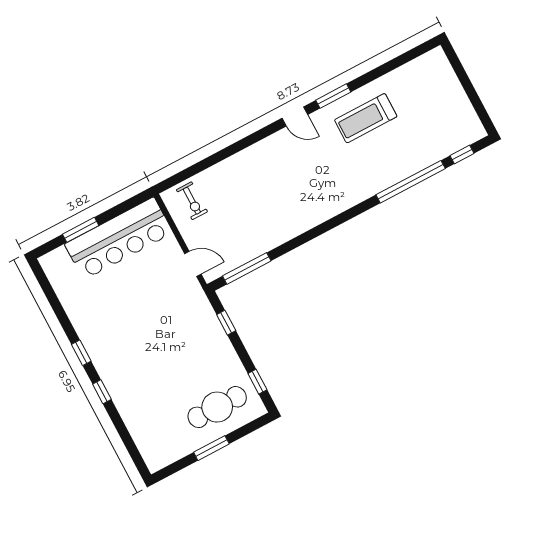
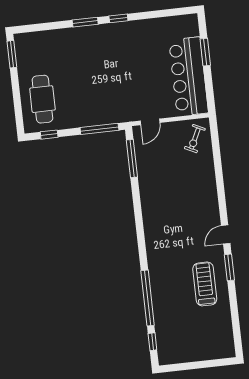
exercise bike: (192, 201) -> (195, 139), turned -64
window: (226, 323) -> (99, 129), width x2.17
window: (102, 392) -> (85, 22), width x1.50
window: (211, 448) -> (12, 54), moved

